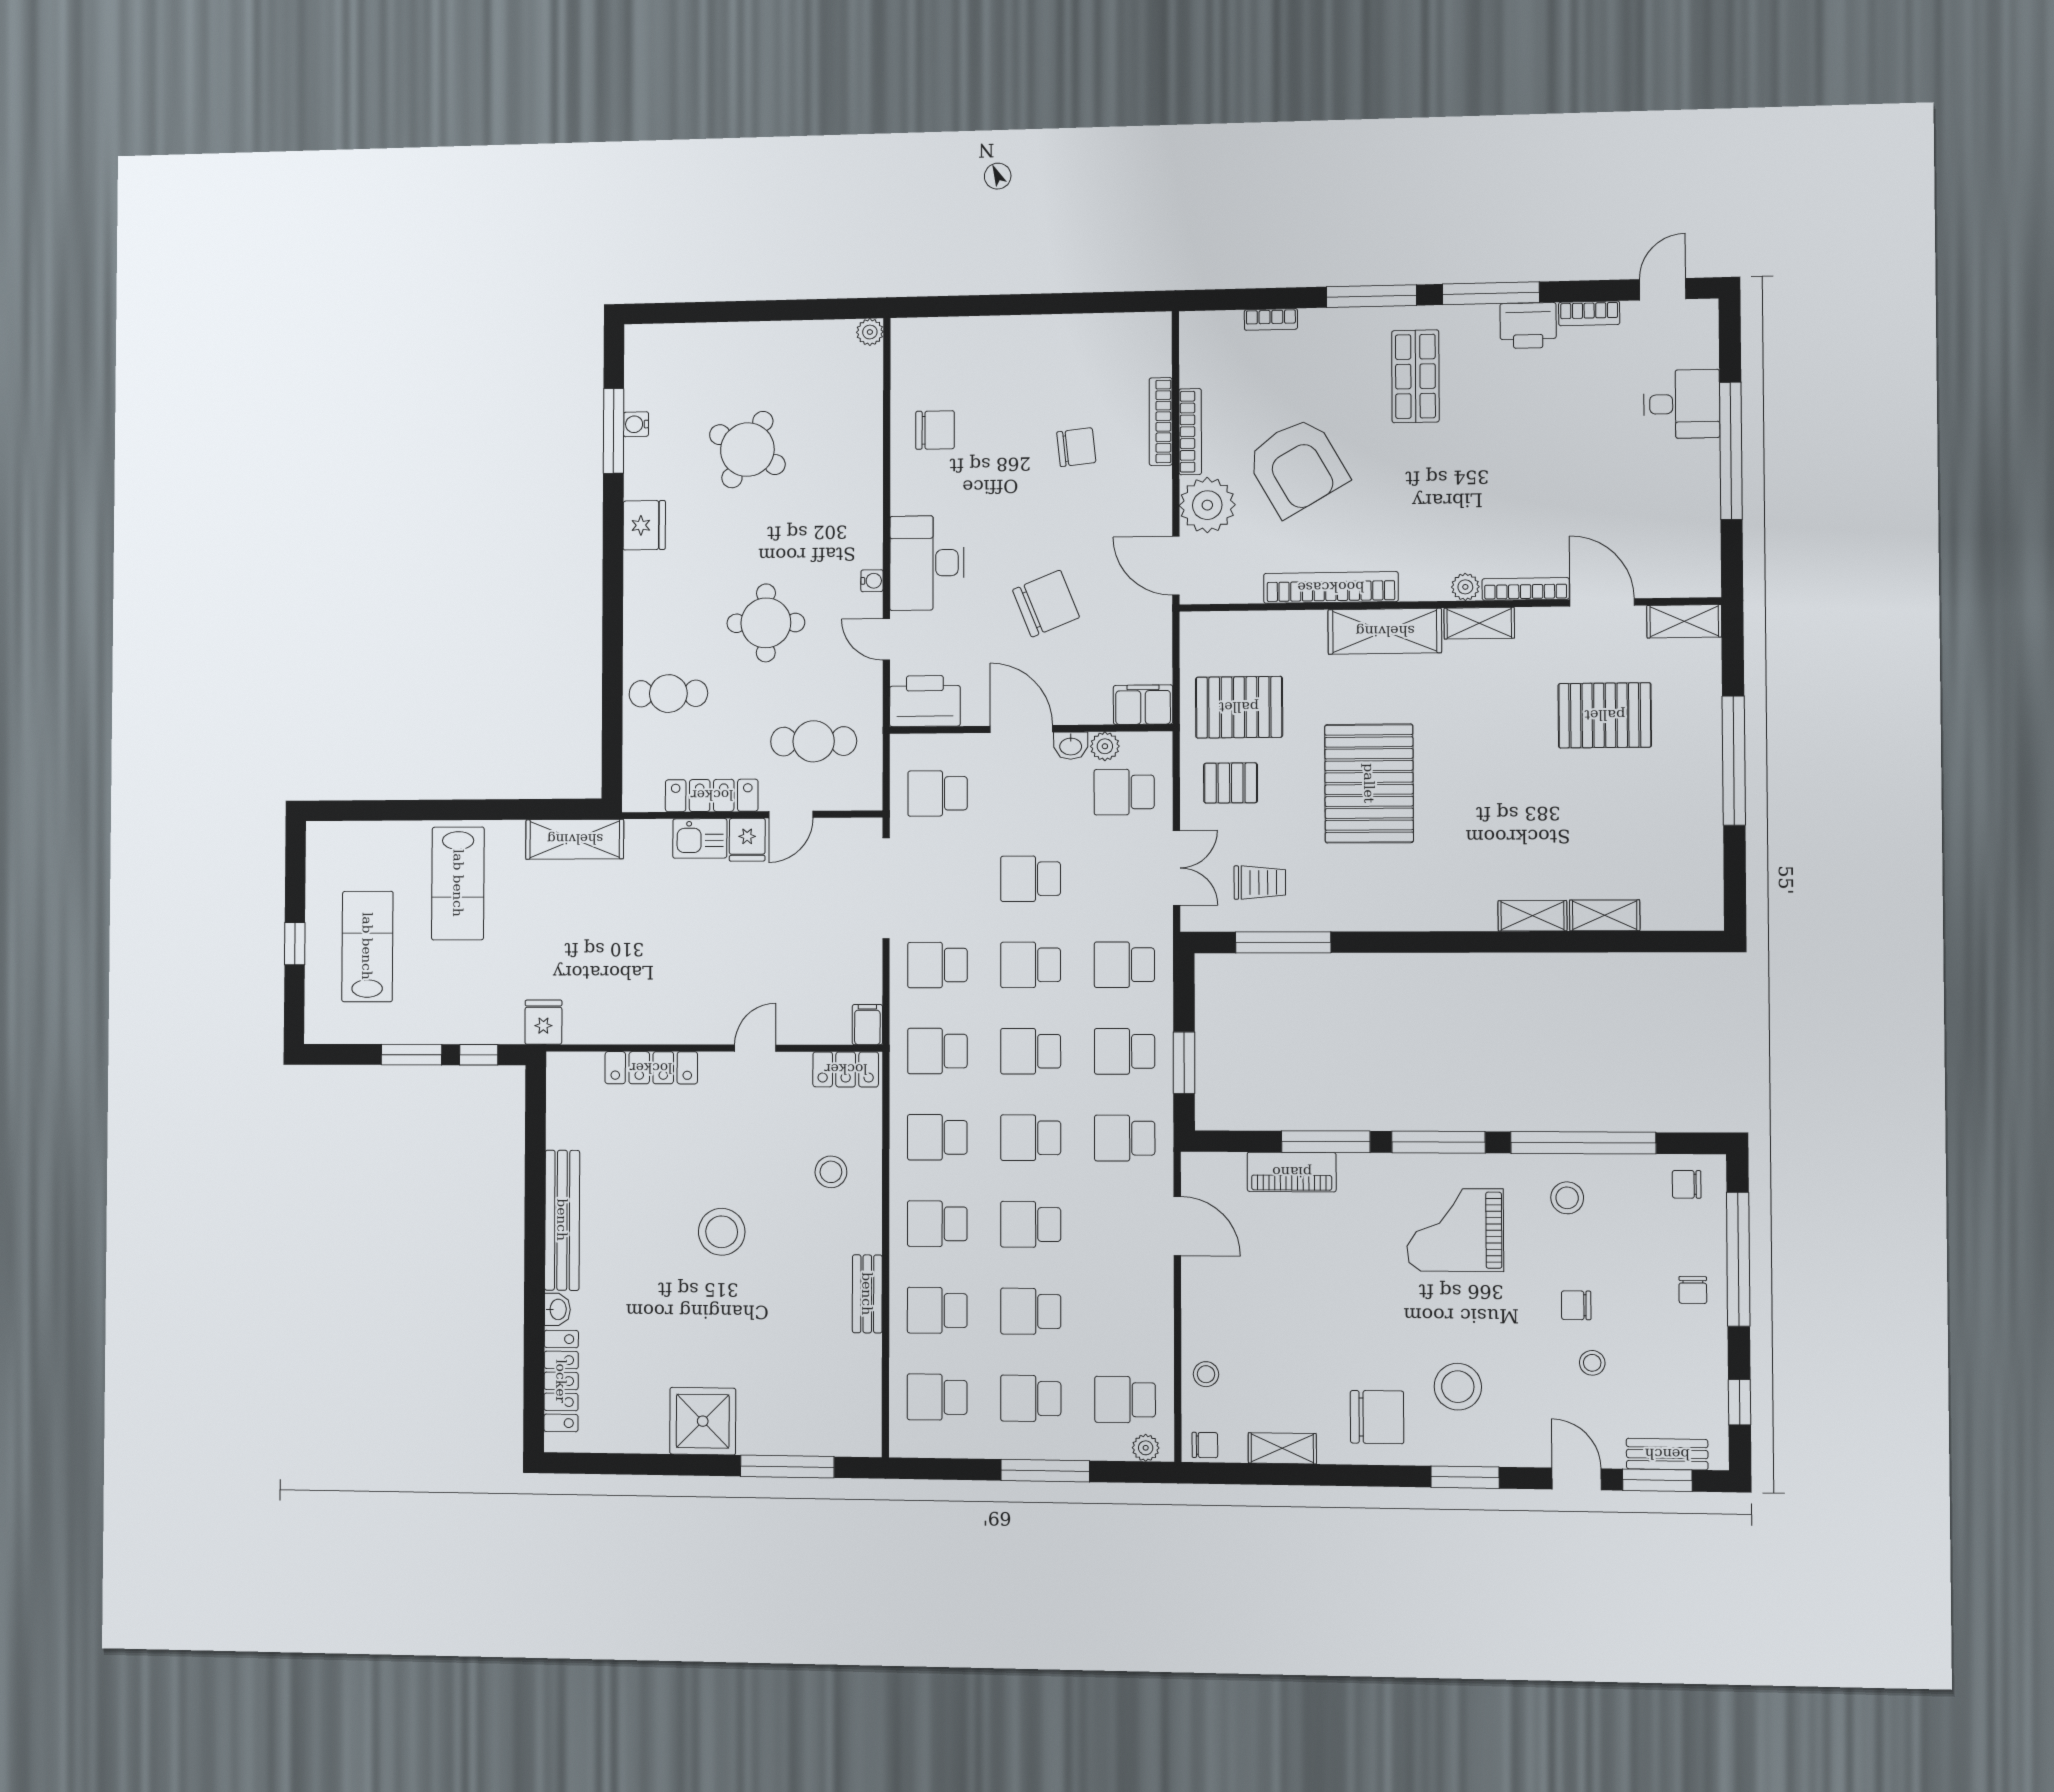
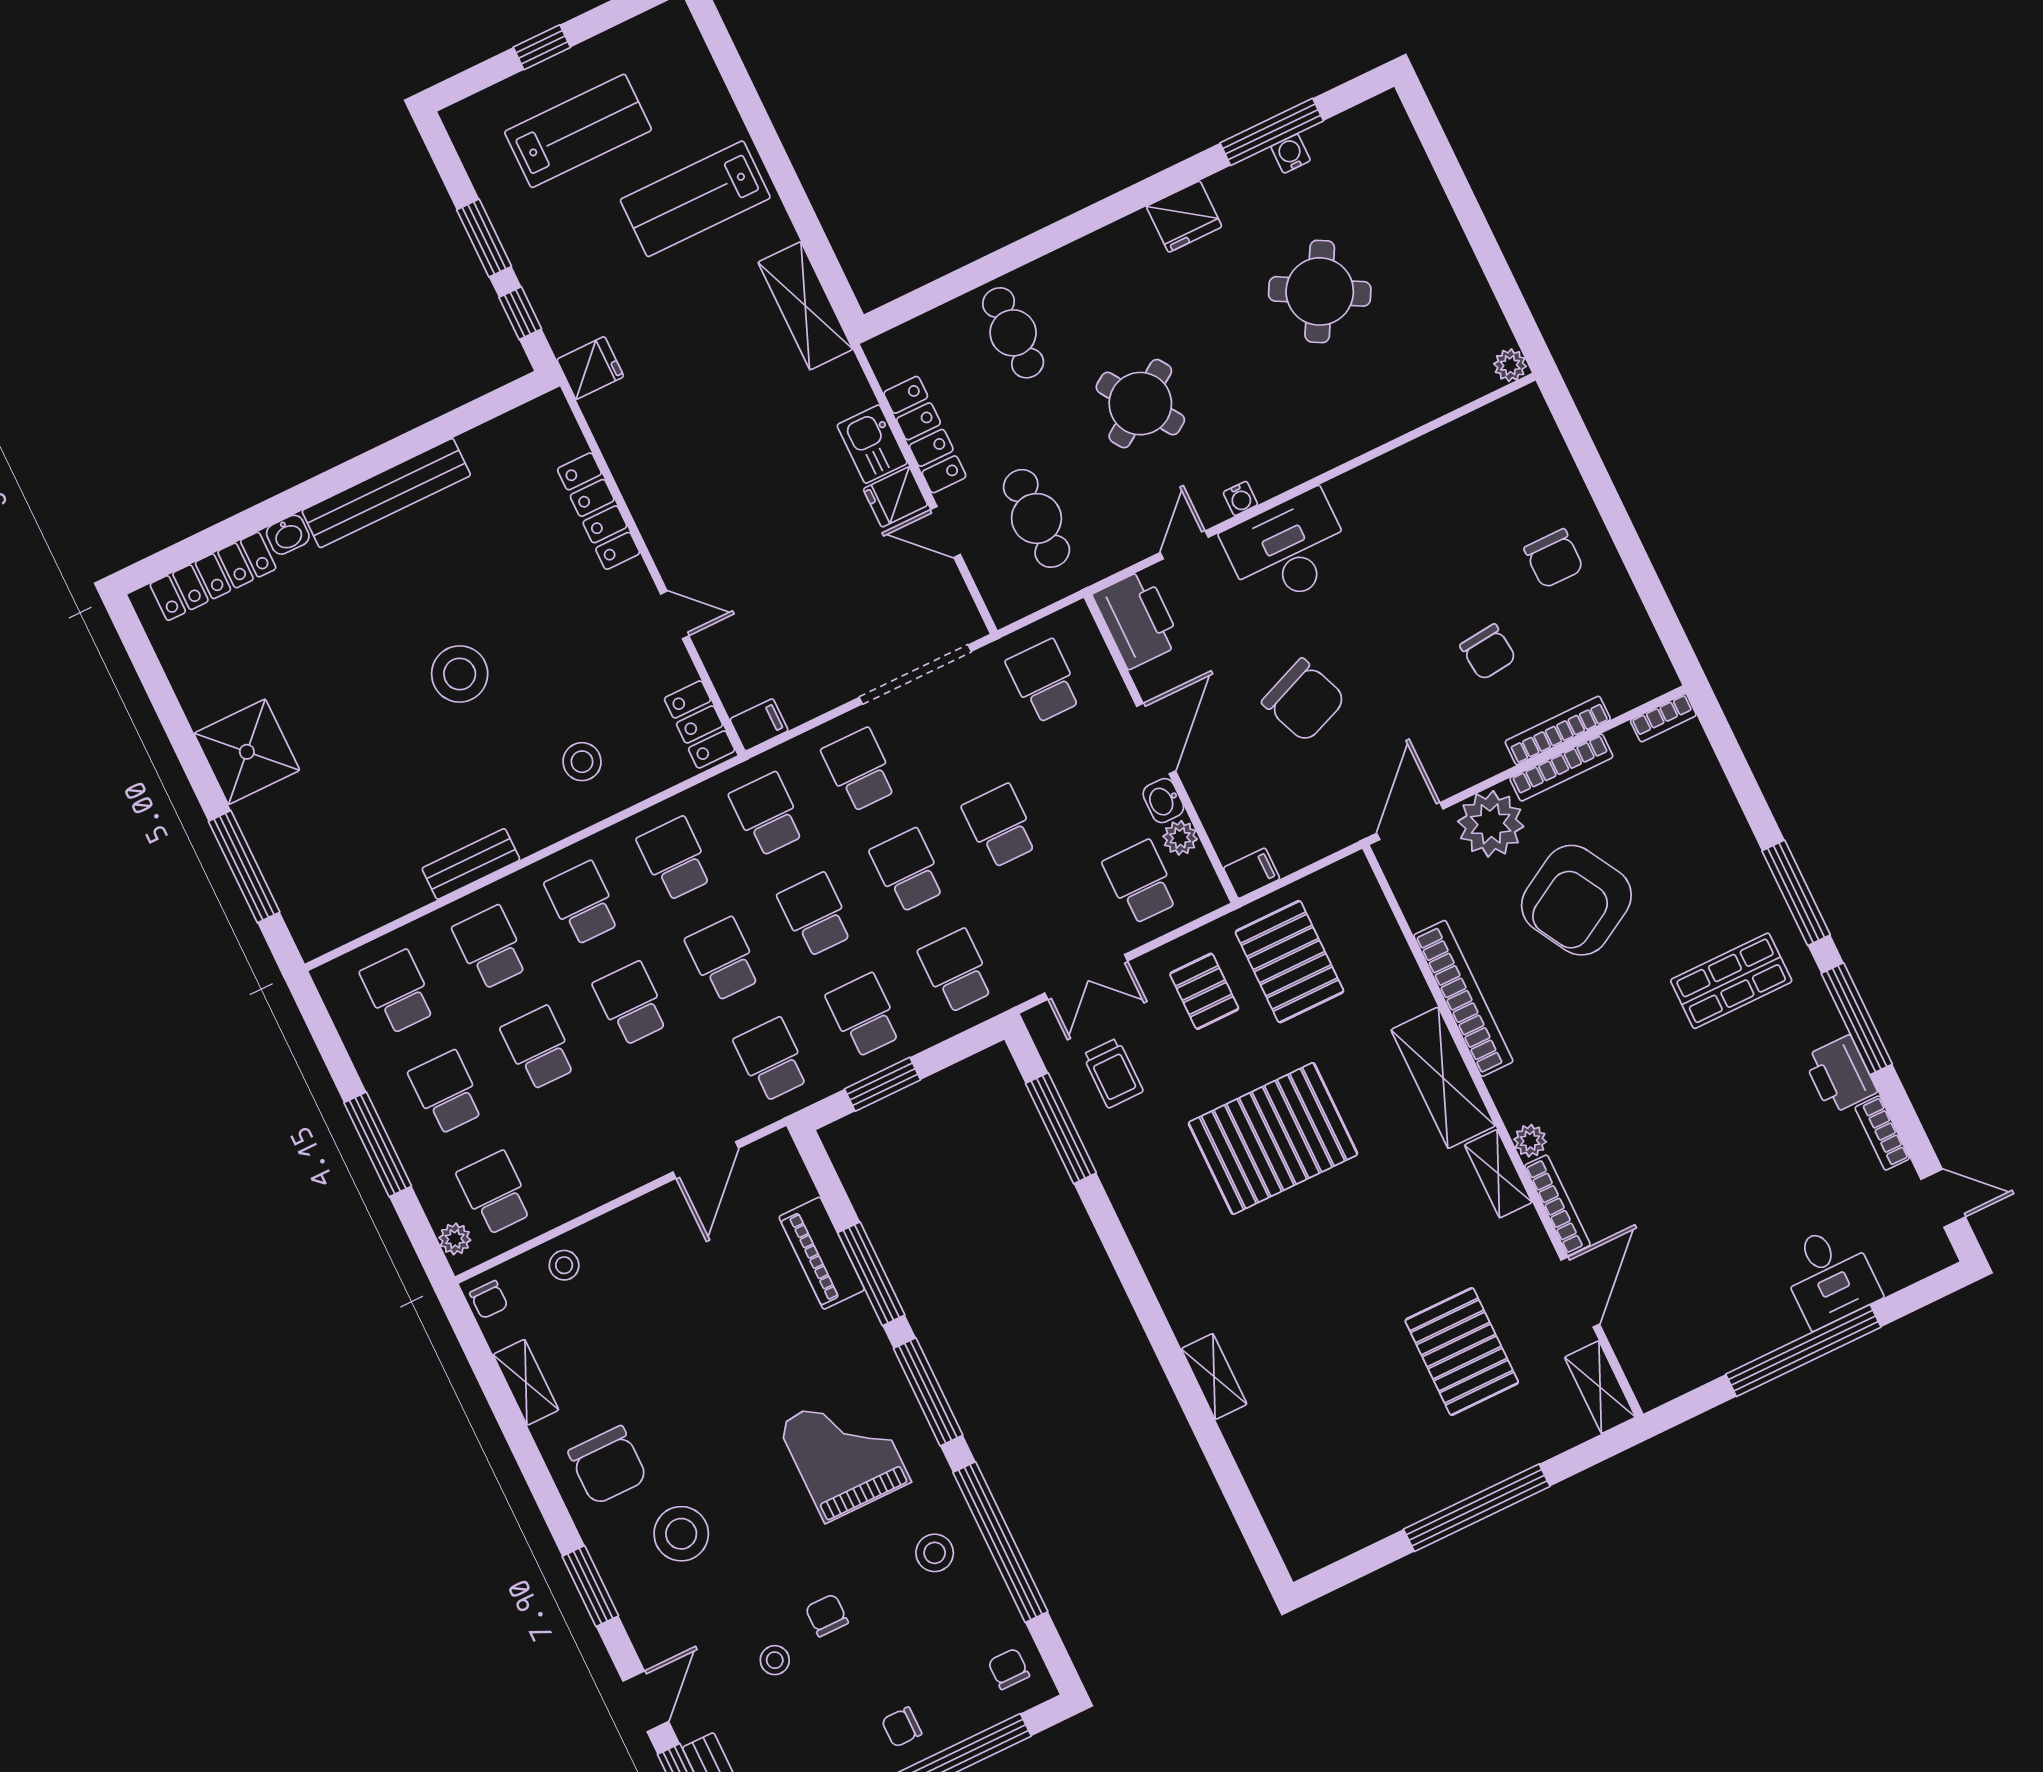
bookcase: (1271, 319) -> (1663, 718), moved, turned -90
chair: (935, 430) -> (1554, 559), moved
round table: (766, 623) -> (1140, 404), turned -34
filing cabinet: (1143, 705) -> (1252, 873), width x0.50
shelving: (1605, 915) -> (1250, 1451), removed

